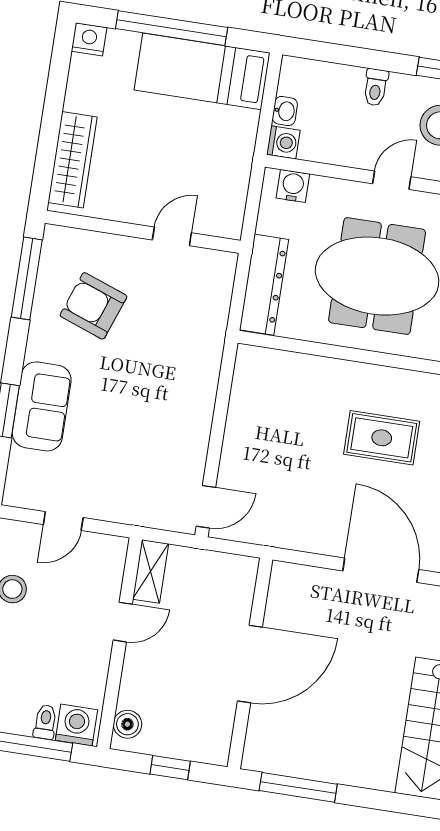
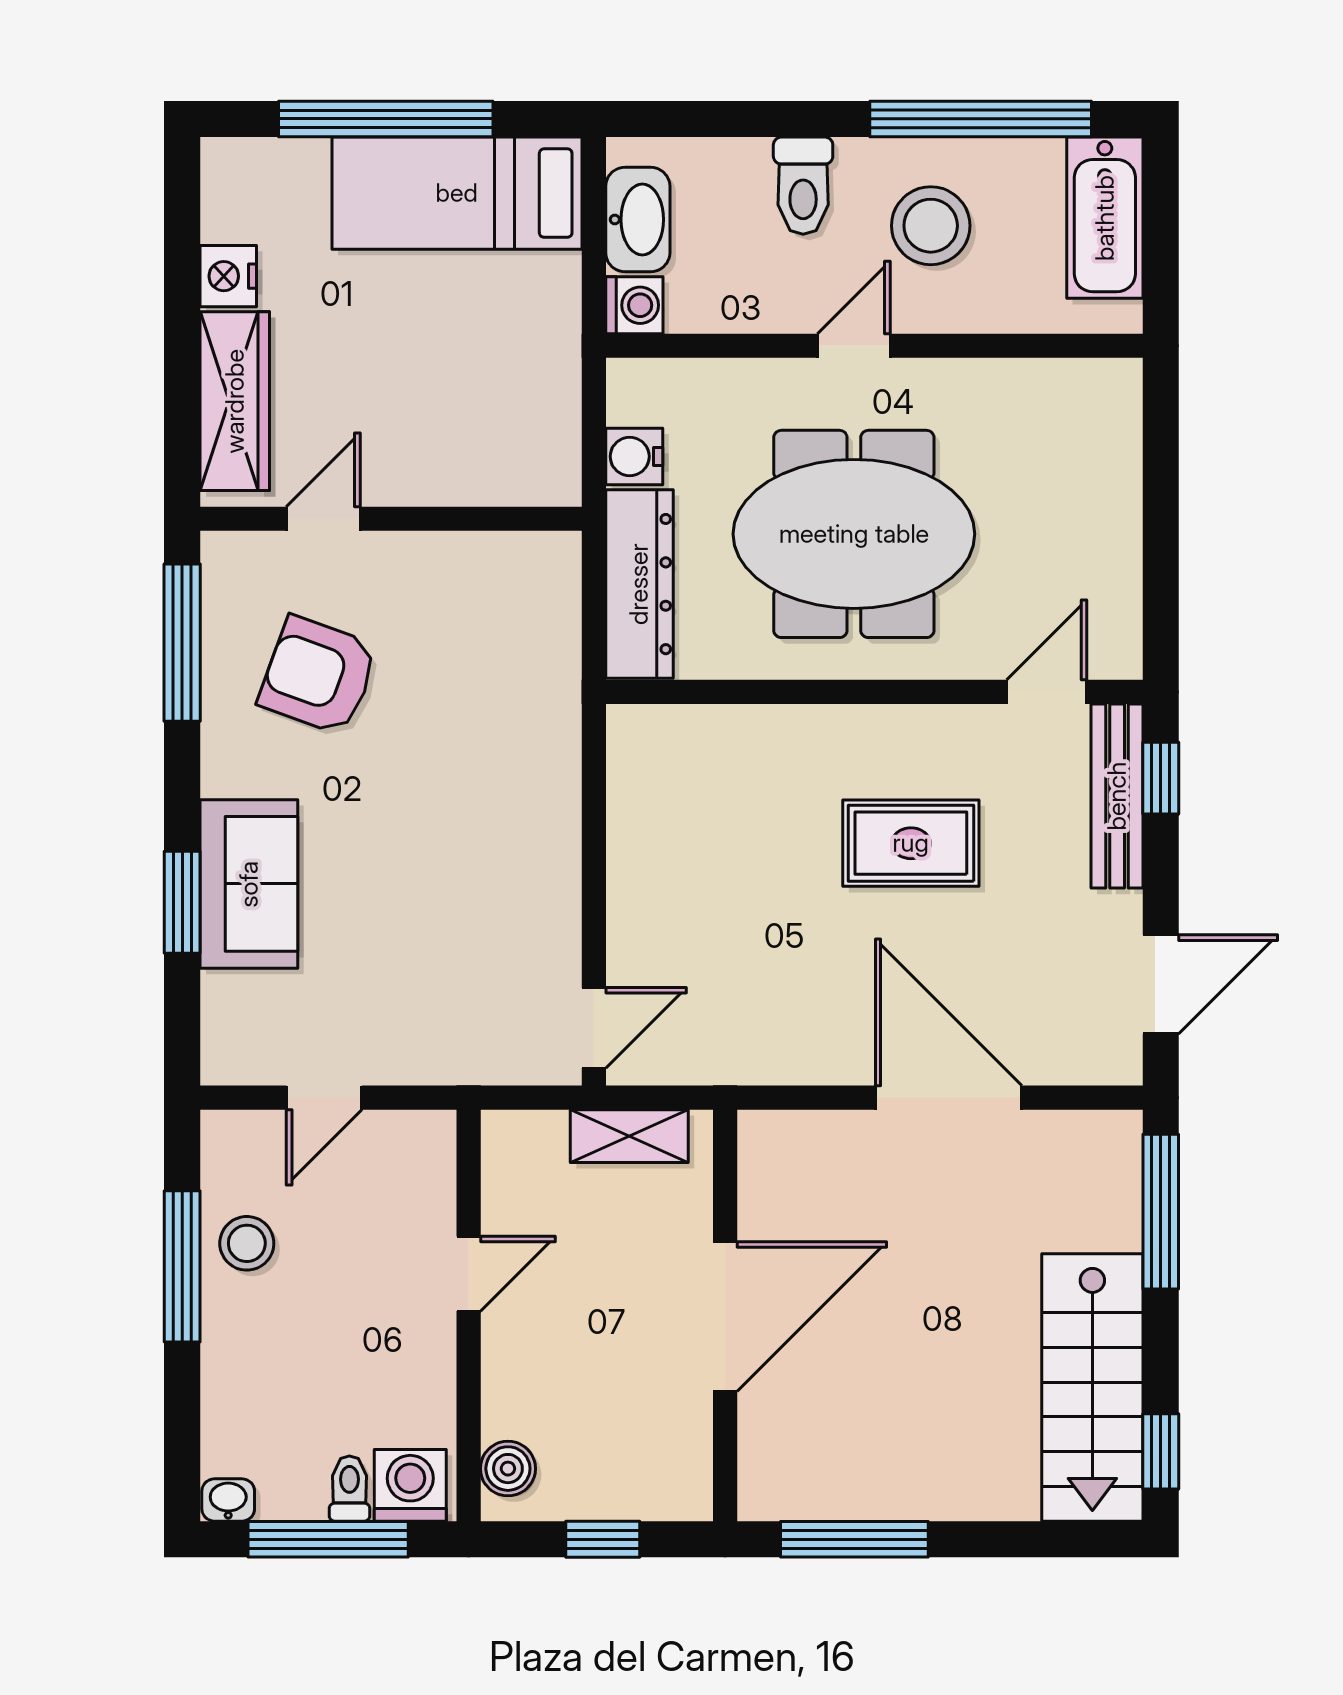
nightstand: (89, 39) -> (228, 276), moved, turned -90
toilet: (376, 87) -> (803, 186), width x1.37, depth x1.39
washbasin: (285, 111) -> (638, 220), width x1.91, depth x1.45
water cooler: (293, 186) -> (634, 456), moved, turned -90
door: (172, 236) -> (323, 519), moved
shelving: (151, 571) -> (629, 1136), moved, turned 90

